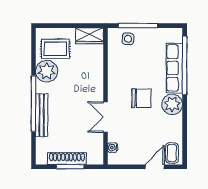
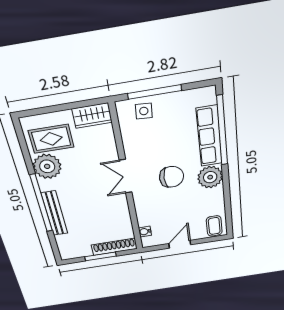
double door: (105, 117) -> (126, 176), moved
shoe rack: (67, 159) -> (114, 247), moved
door: (155, 167) -> (180, 244), moved

